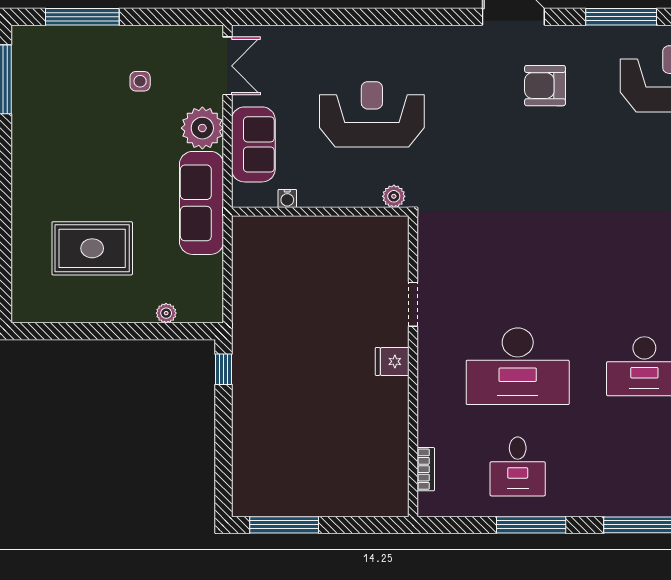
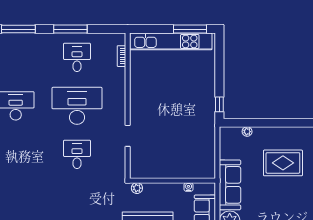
desk: (518, 266) -> (77, 154), added
fridge: (392, 361) -> (138, 108), removed
kitchen unit: (324, 499) -> (171, 41), added

